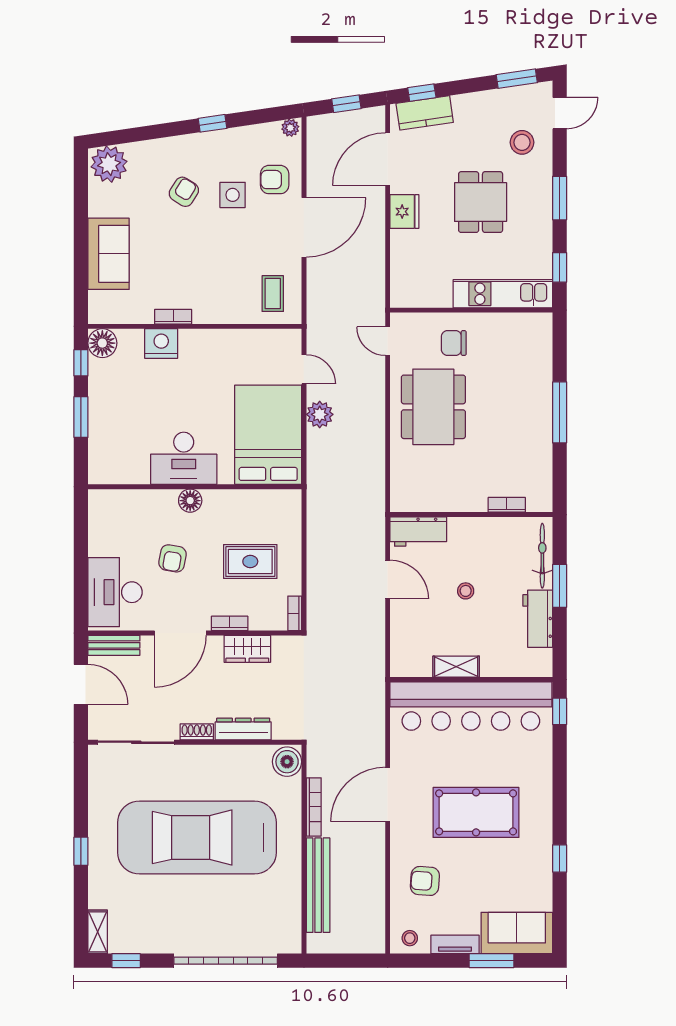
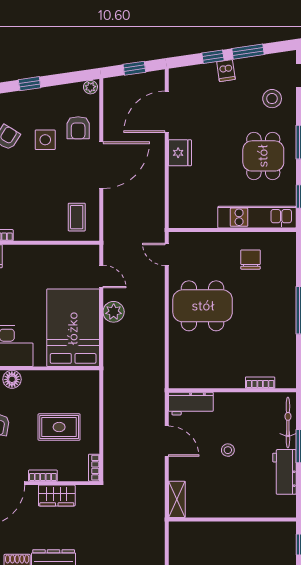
window: (517, 79) -> (248, 52), moved
window: (422, 93) -> (213, 57), moved
dishwasher: (463, 107) -> (226, 71), added
kitchen counter: (425, 113) -> (196, 75), removed
armchair: (275, 180) -> (78, 128), turned -90
dining table: (481, 202) -> (263, 156), moved
chair: (454, 343) -> (251, 260), moved, turned 90
dining table: (433, 407) -> (203, 306), turned 90
shelving: (456, 667) -> (177, 499), moved, turned 90
bar counter: (471, 706) -> (232, 540), removed

